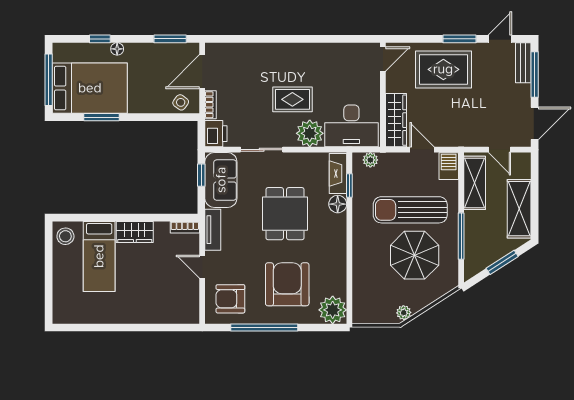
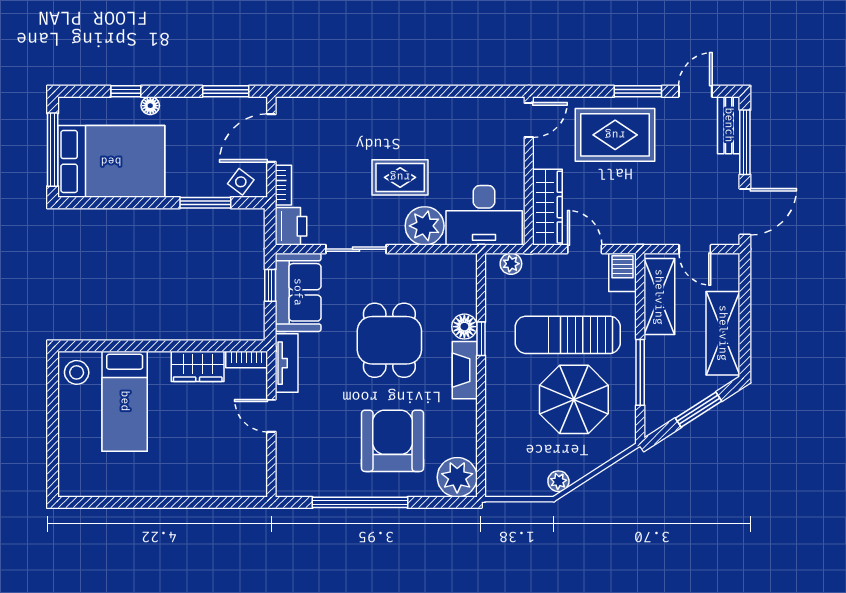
window: (101, 117) -> (205, 203), moved
fireplace: (338, 174) -> (465, 370), moved
window: (349, 186) -> (481, 339), moved
wardrobe: (135, 232) -> (198, 366), moved
armchair: (230, 299) -> (312, 462), removed

